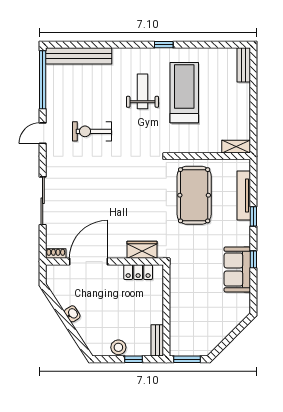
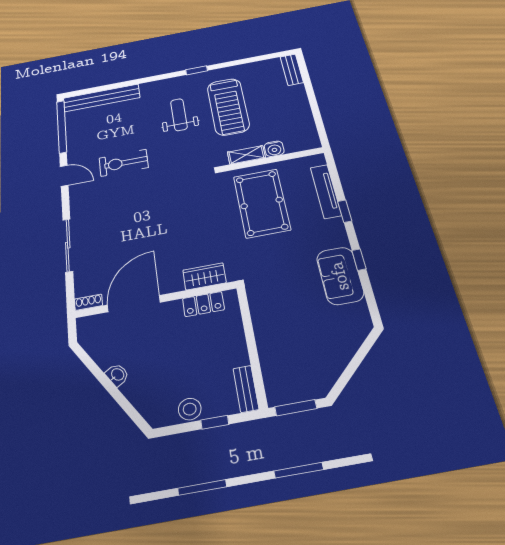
treadmill: (184, 93) -> (228, 107), turned 180
door: (43, 133) -> (64, 176), swing flipped
water cooler: (213, 146) -> (274, 149), added
shelving: (236, 147) -> (246, 155), moved

